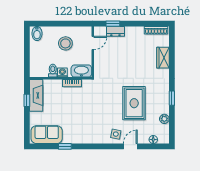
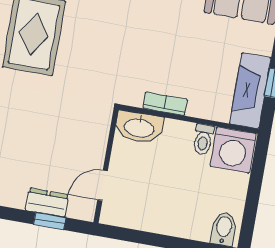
stool: (65, 43) -> (164, 195), removed
washing machine: (62, 73) -> (233, 150), moved, width x1.89, depth x1.89

